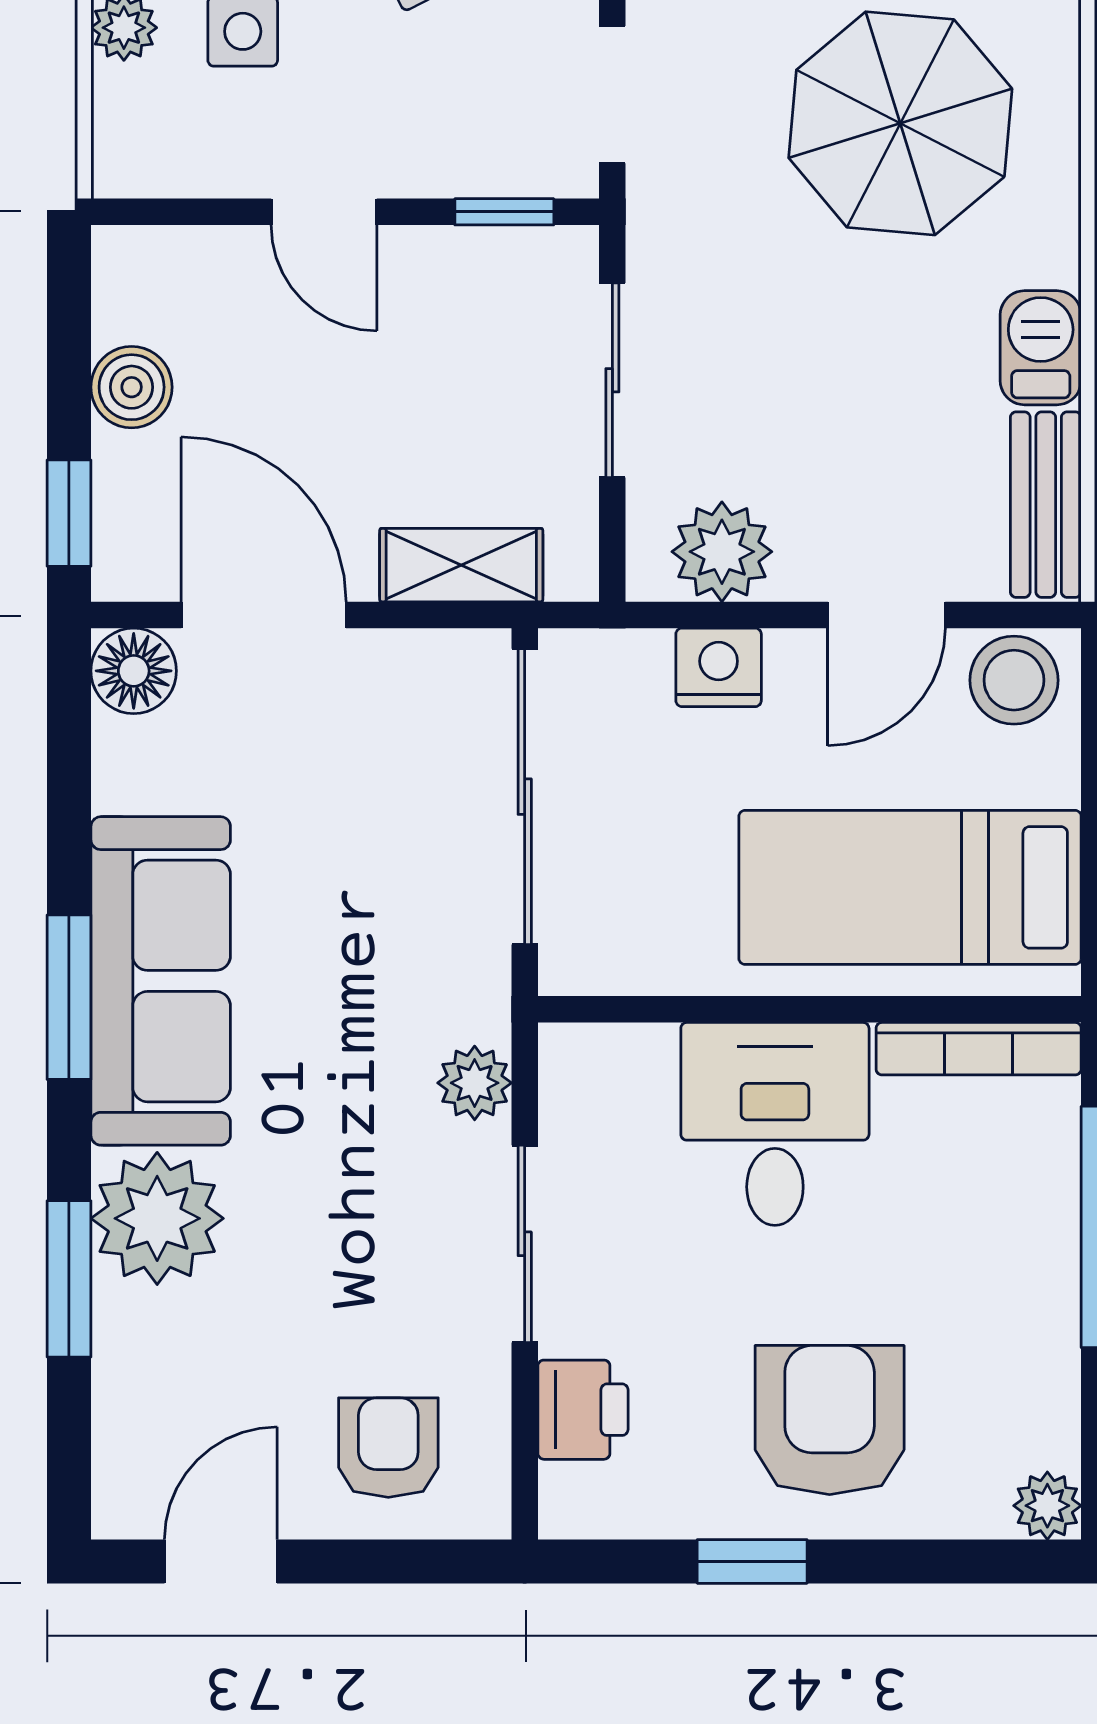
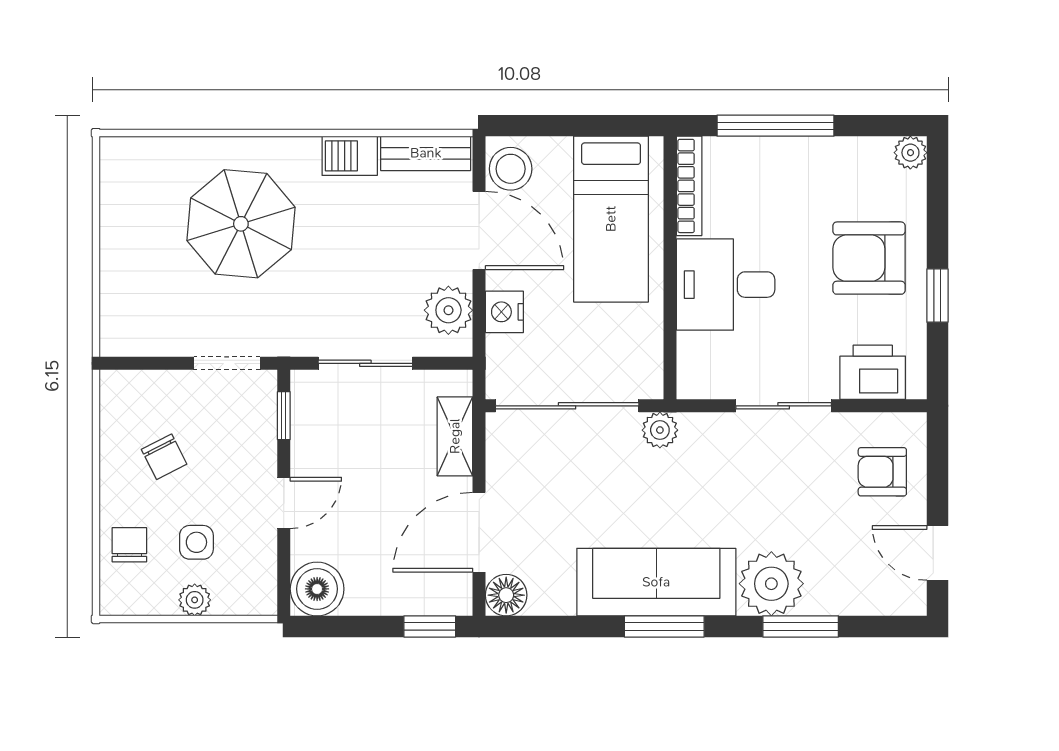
boiler: (132, 387) -> (317, 589), moved, width x1.36, depth x1.36
door: (887, 615) -> (479, 230), width x1.38
plant: (475, 1083) -> (660, 430), moved
printer: (583, 1410) -> (873, 372), width x1.36, depth x1.24

